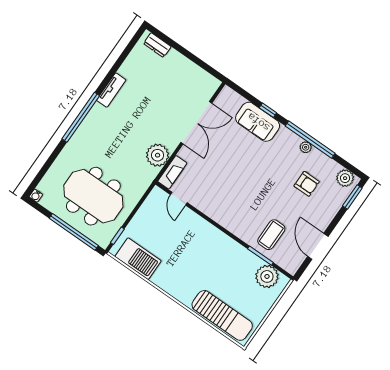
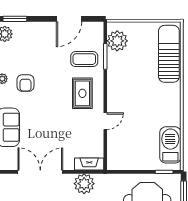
armchair: (307, 184) -> (25, 83), moved, turned 180
door: (179, 199) -> (105, 121), moved
rug: (241, 211) -> (82, 93), added

